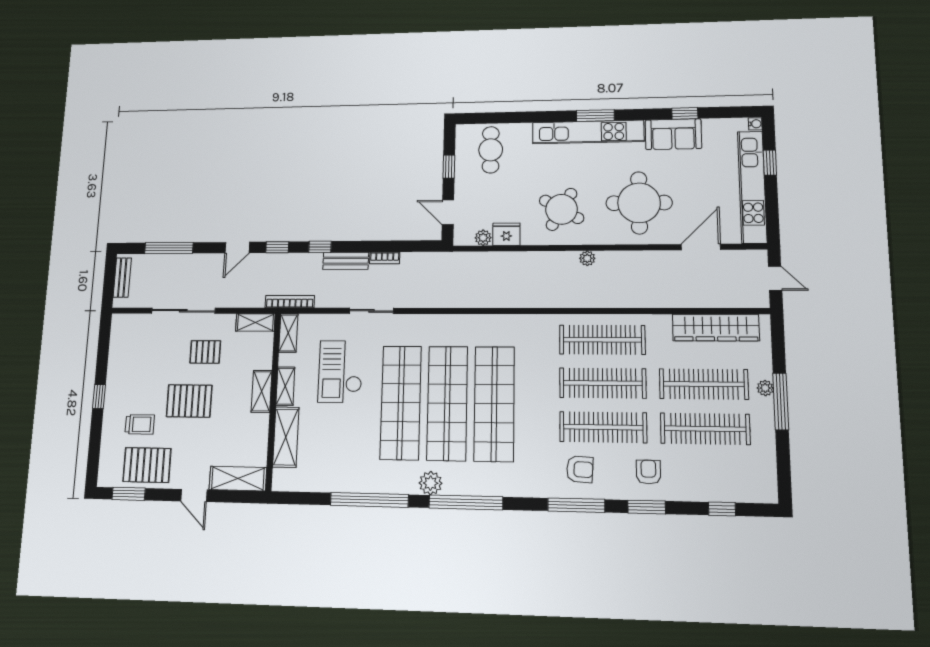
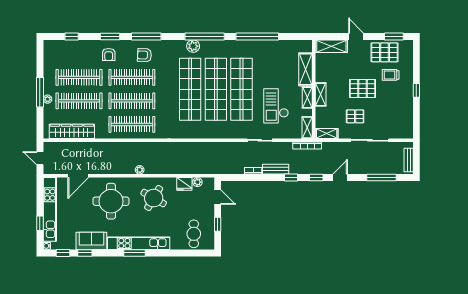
window: (725, 112) -> (63, 253), added
checkout: (340, 372) -> (276, 106), turned 180
plant: (431, 483) -> (193, 46), moved

